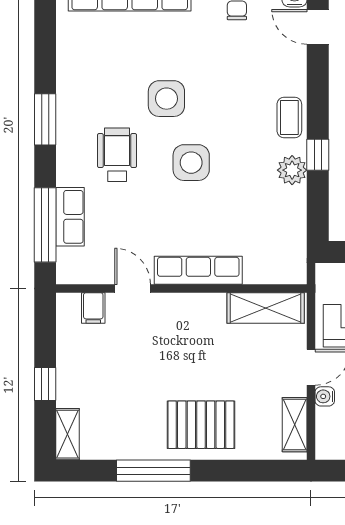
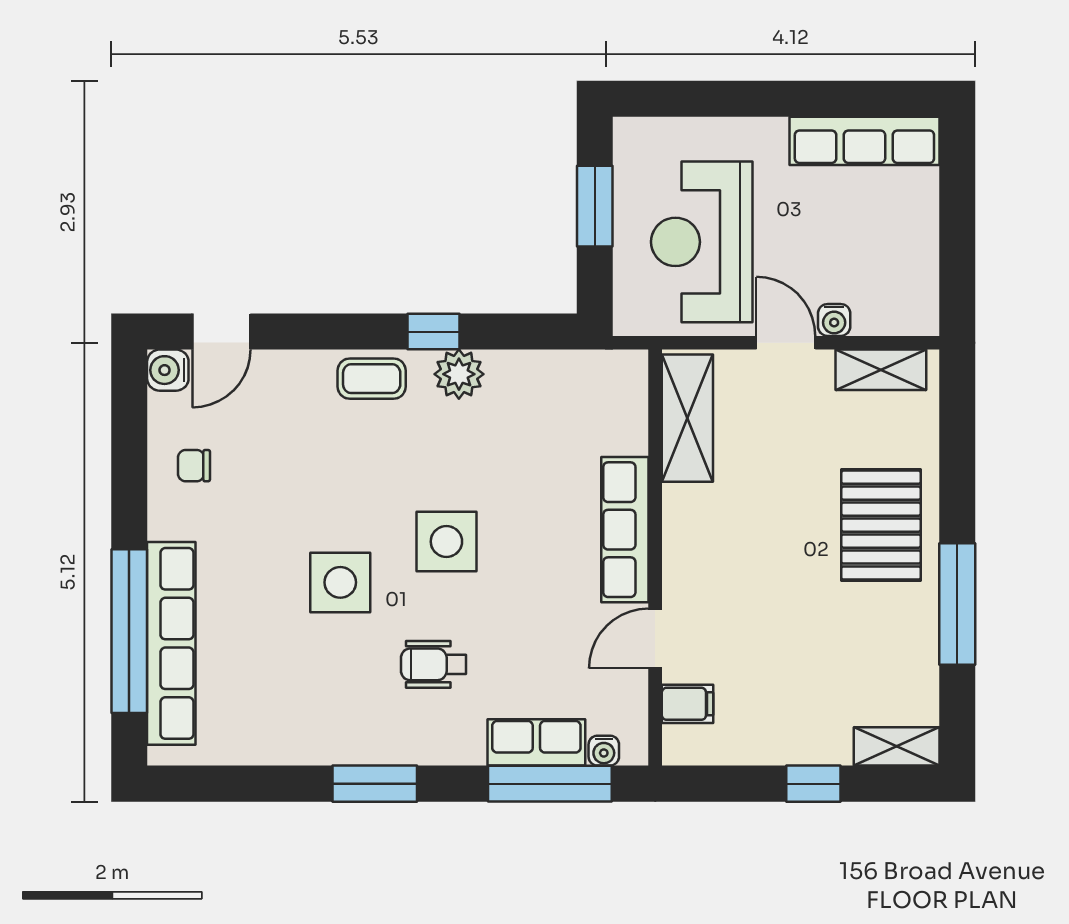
wheelchair: (117, 155) -> (434, 664), width x0.73, depth x0.73
water cooler: (65, 257) -> (604, 751), added

